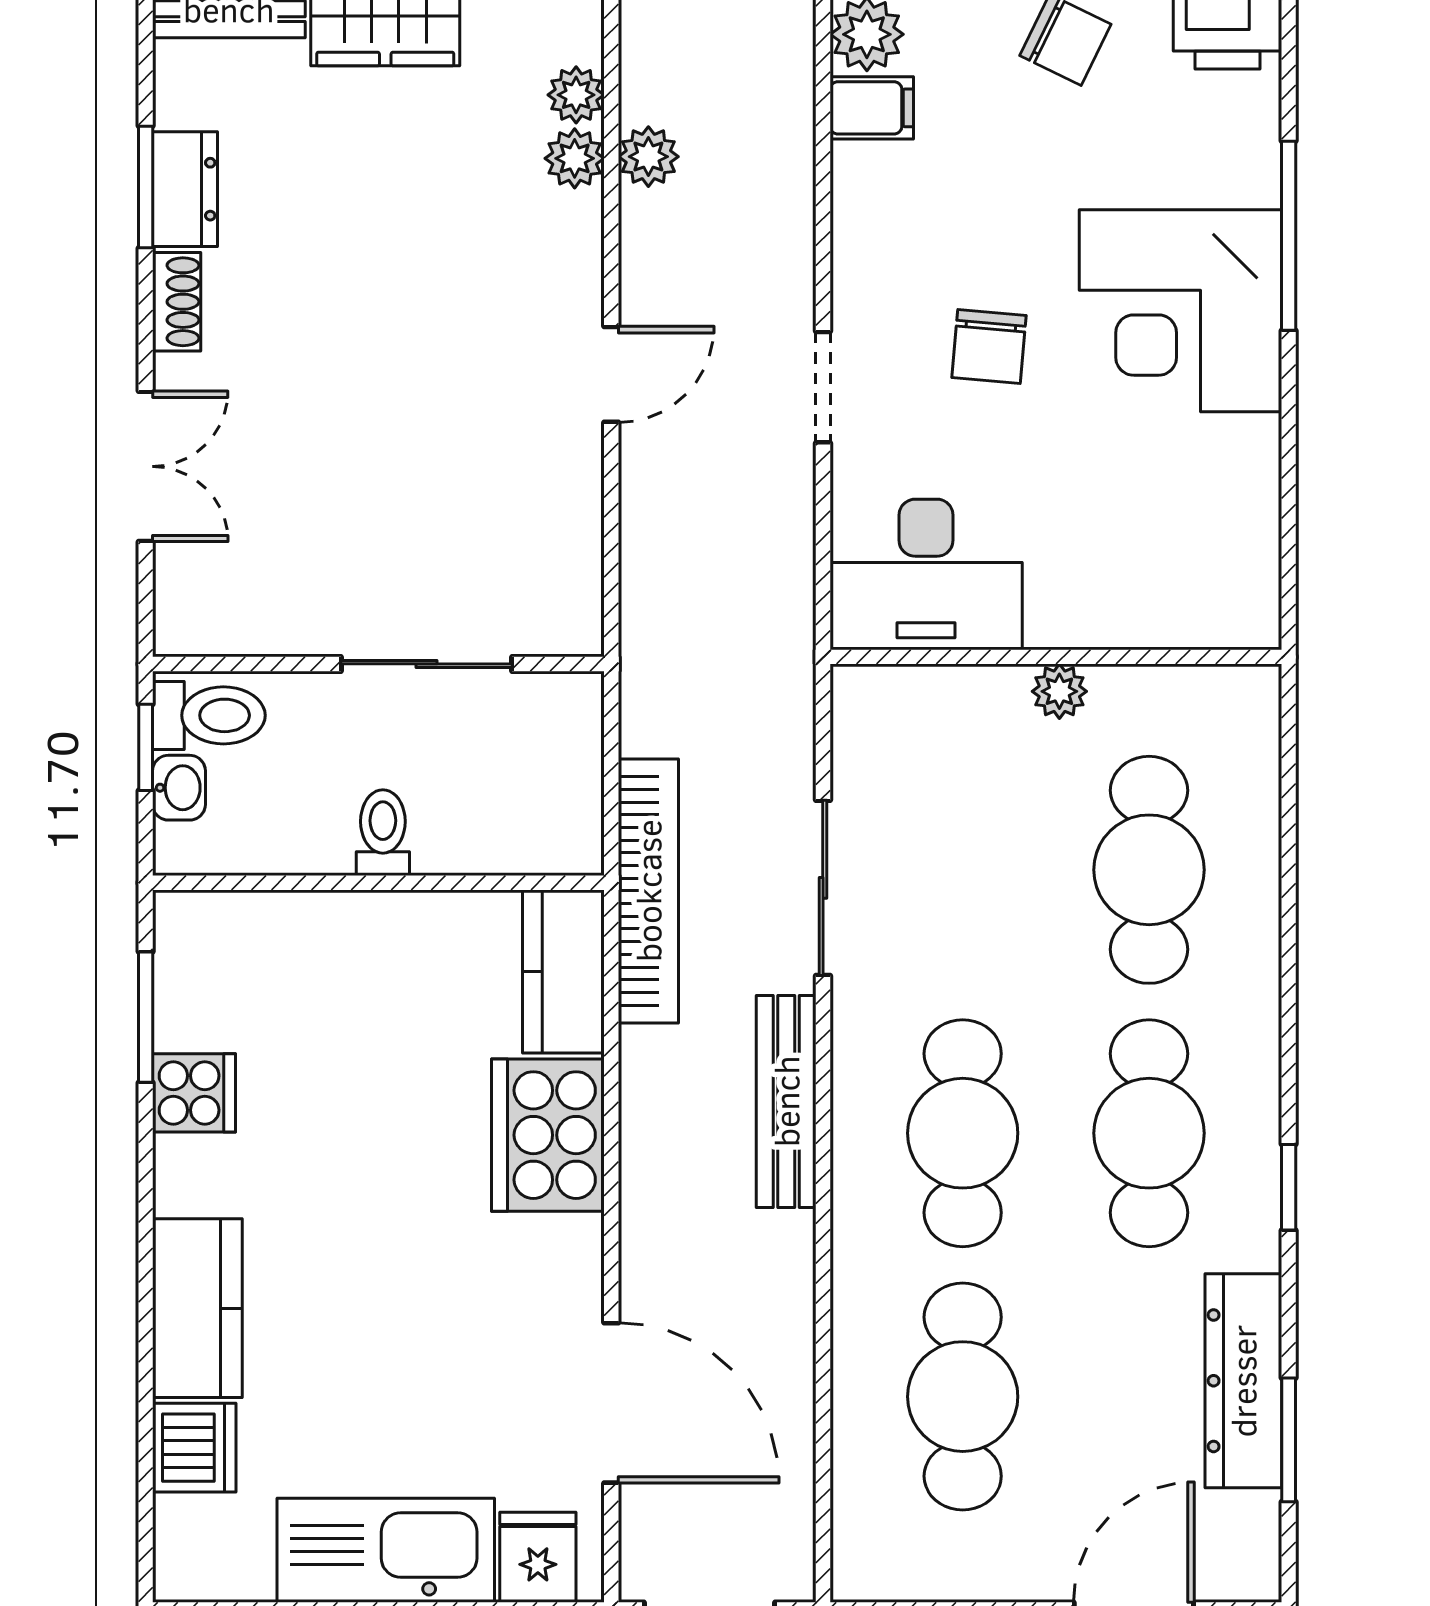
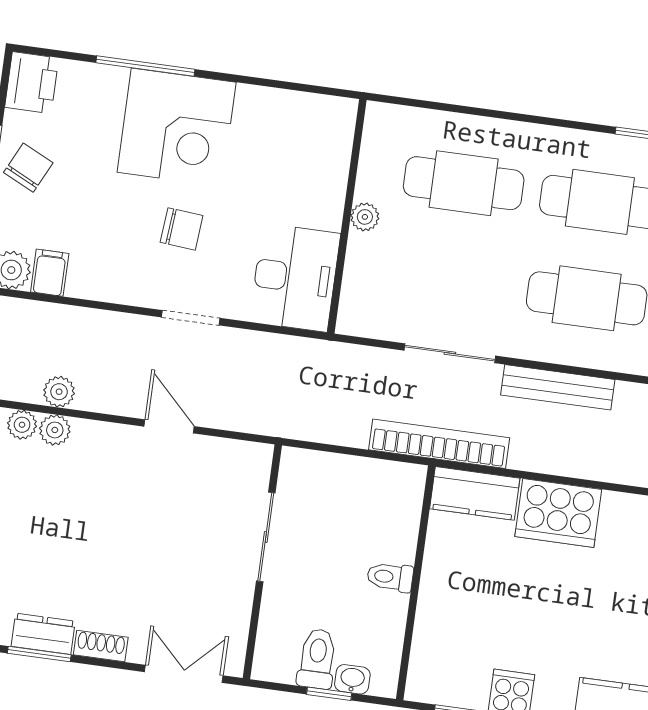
wall: (378, 664) -> (262, 562), moved
sliding door: (426, 664) -> (266, 537), moved

